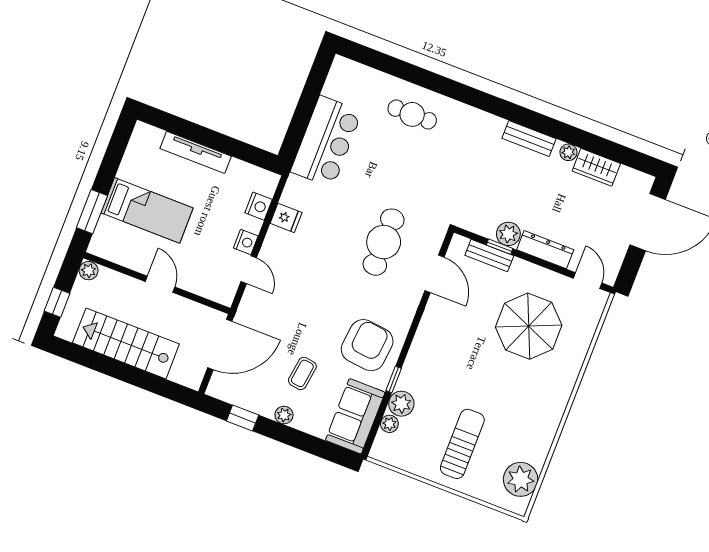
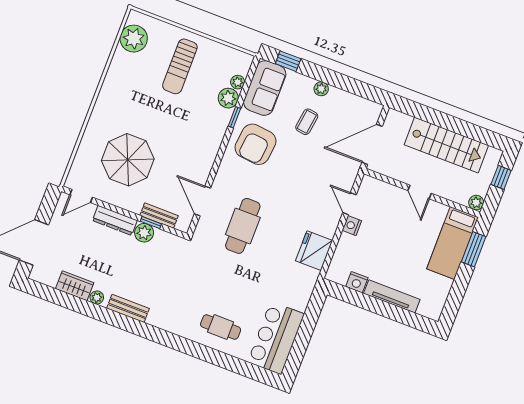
bar counter: (326, 142) -> (276, 338), moved
nightstand: (259, 206) -> (357, 282), moved, turned -90
bed: (147, 210) -> (453, 243), moved, turned -90
fridge: (286, 218) -> (314, 251), width x1.88, depth x1.34
door: (588, 281) -> (81, 196), hinge flipped
window: (243, 418) -> (288, 61), moved

